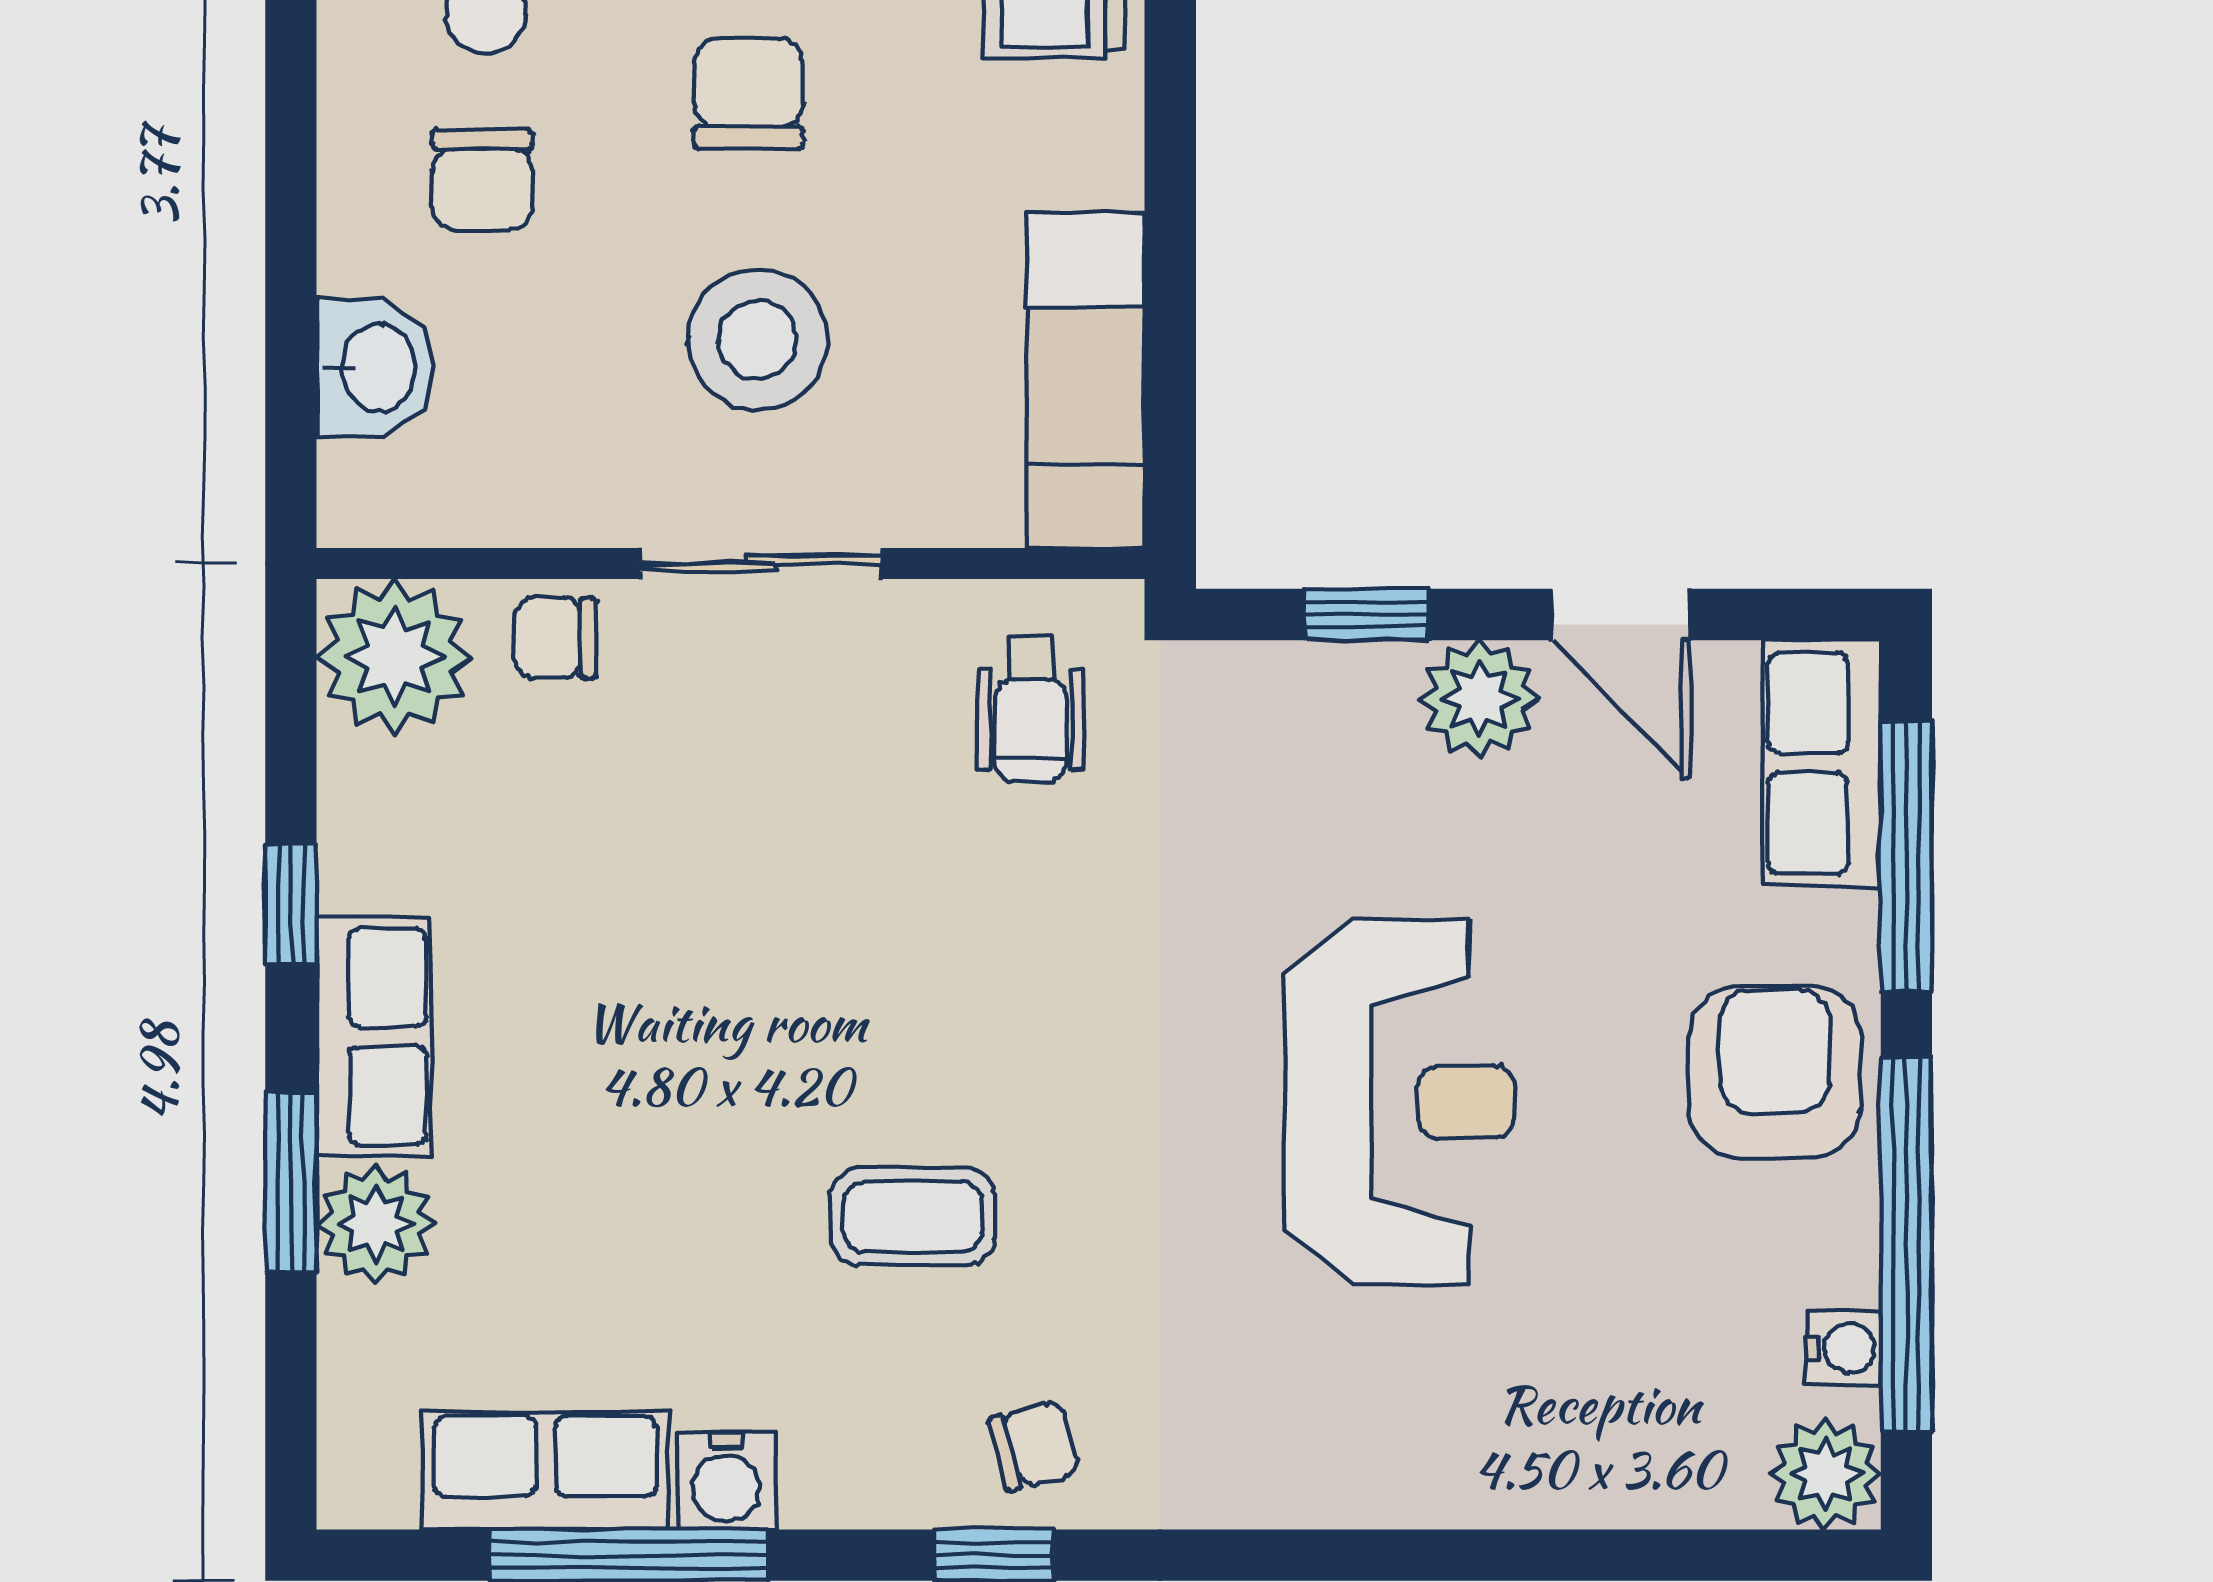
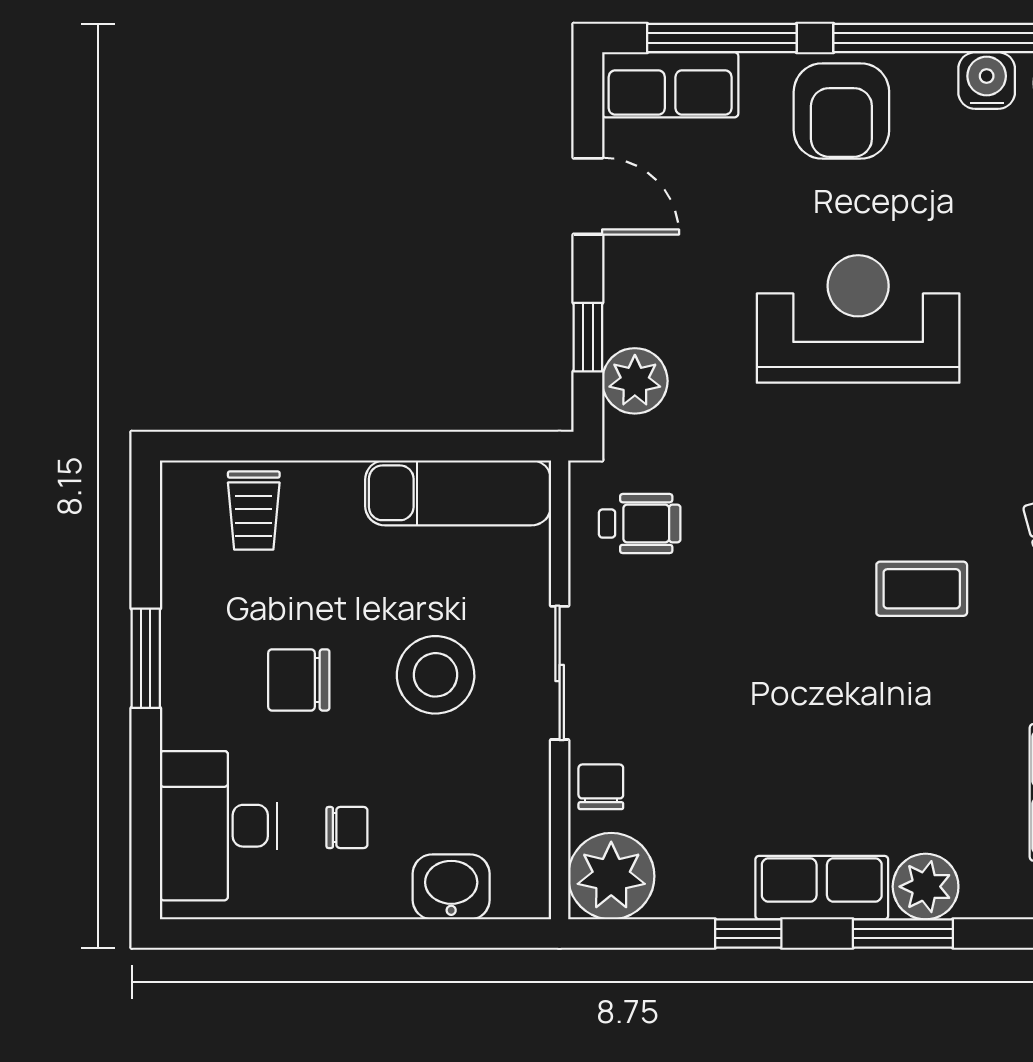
chair: (482, 180) -> (347, 827), width x0.73, depth x0.73
door: (1621, 615) -> (588, 196), hinge flipped
chair: (556, 638) -> (601, 787), turned 180
plant: (1479, 699) -> (635, 381), moved
armchair: (1775, 1072) -> (841, 111), turned -90
coffee table: (913, 1217) -> (922, 589), turned 90
water cooler: (1844, 1348) -> (987, 81), width x1.38, depth x1.38

